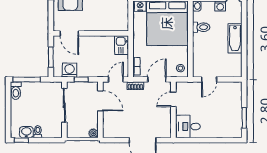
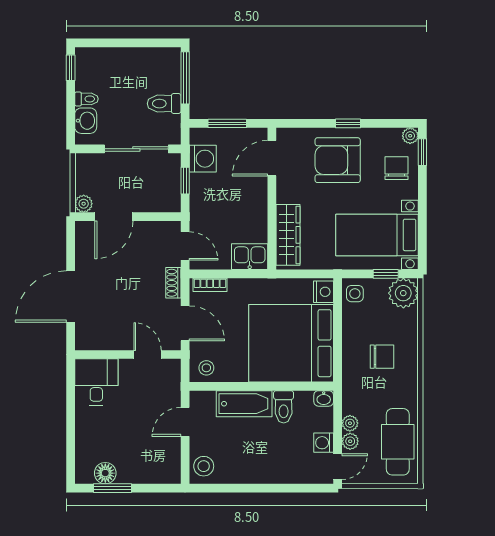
wardrobe: (110, 25) -> (288, 235), added
bathtub: (235, 38) -> (244, 404), moved, turned 180
stool: (233, 70) -> (204, 466), added
door: (209, 79) -> (185, 422), hinge flipped
toilet: (16, 91) -> (164, 104), moved
door: (100, 101) -> (114, 217), moved
floor lamp: (236, 122) -> (105, 473), added
washbasin: (26, 132) -> (86, 121), moved

